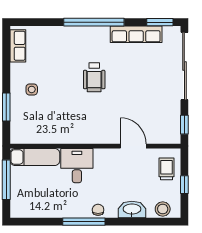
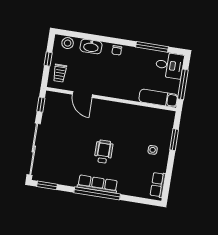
row of seats: (136, 34) -> (98, 184), moved
desk: (77, 166) -> (170, 65), moved, turned -90
window: (84, 222) -> (152, 47), moved

